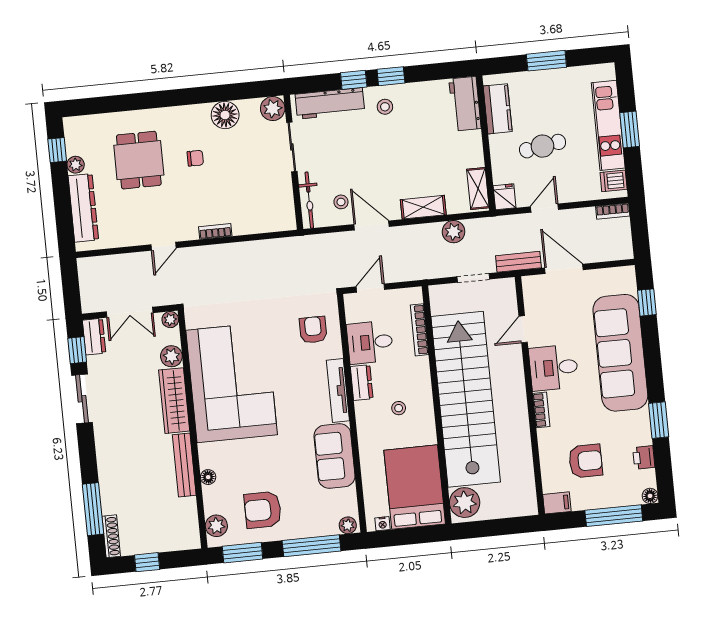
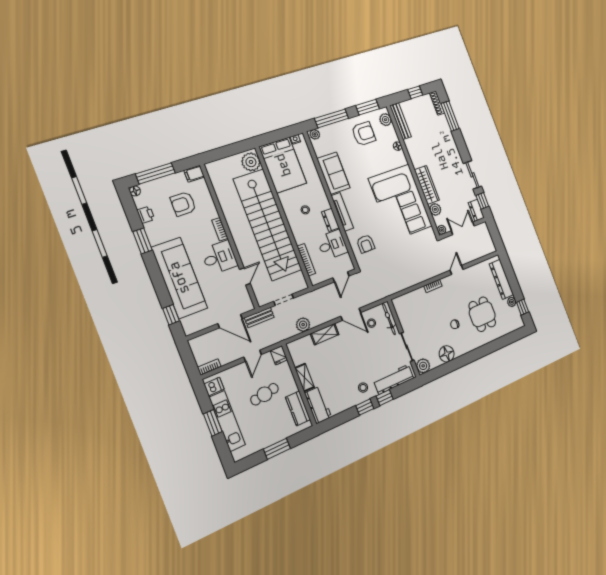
shelving: (478, 188) -> (305, 378), moved
bench: (184, 465) -> (401, 121), moved

